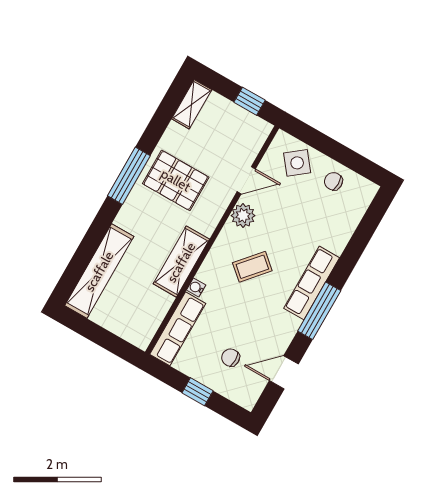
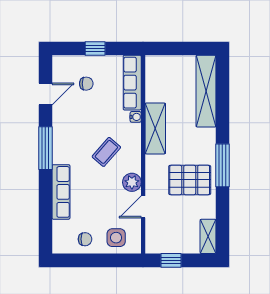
side table: (297, 163) -> (116, 238), turned 38
row of seats: (312, 283) -> (61, 192), moved

